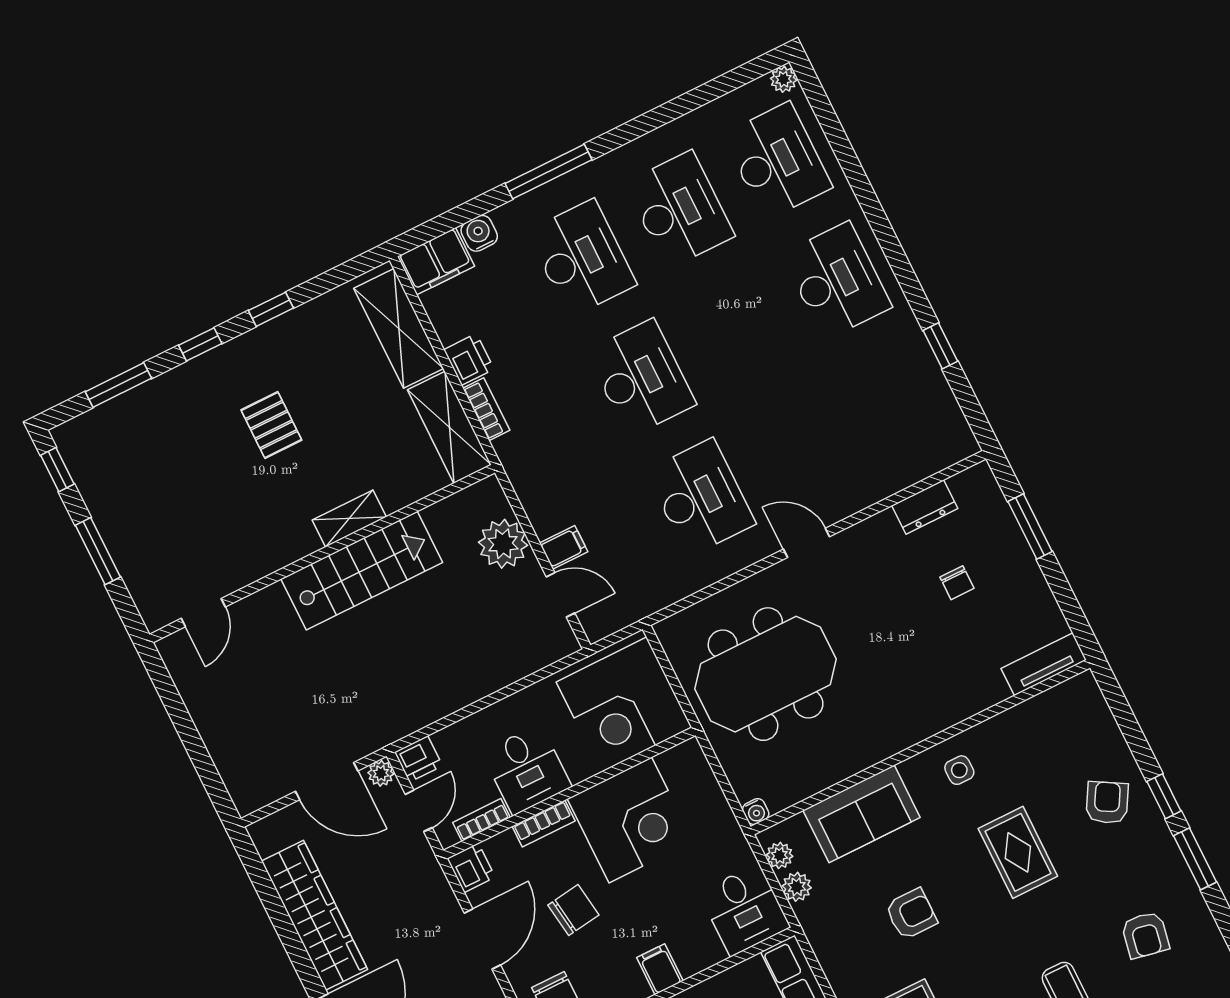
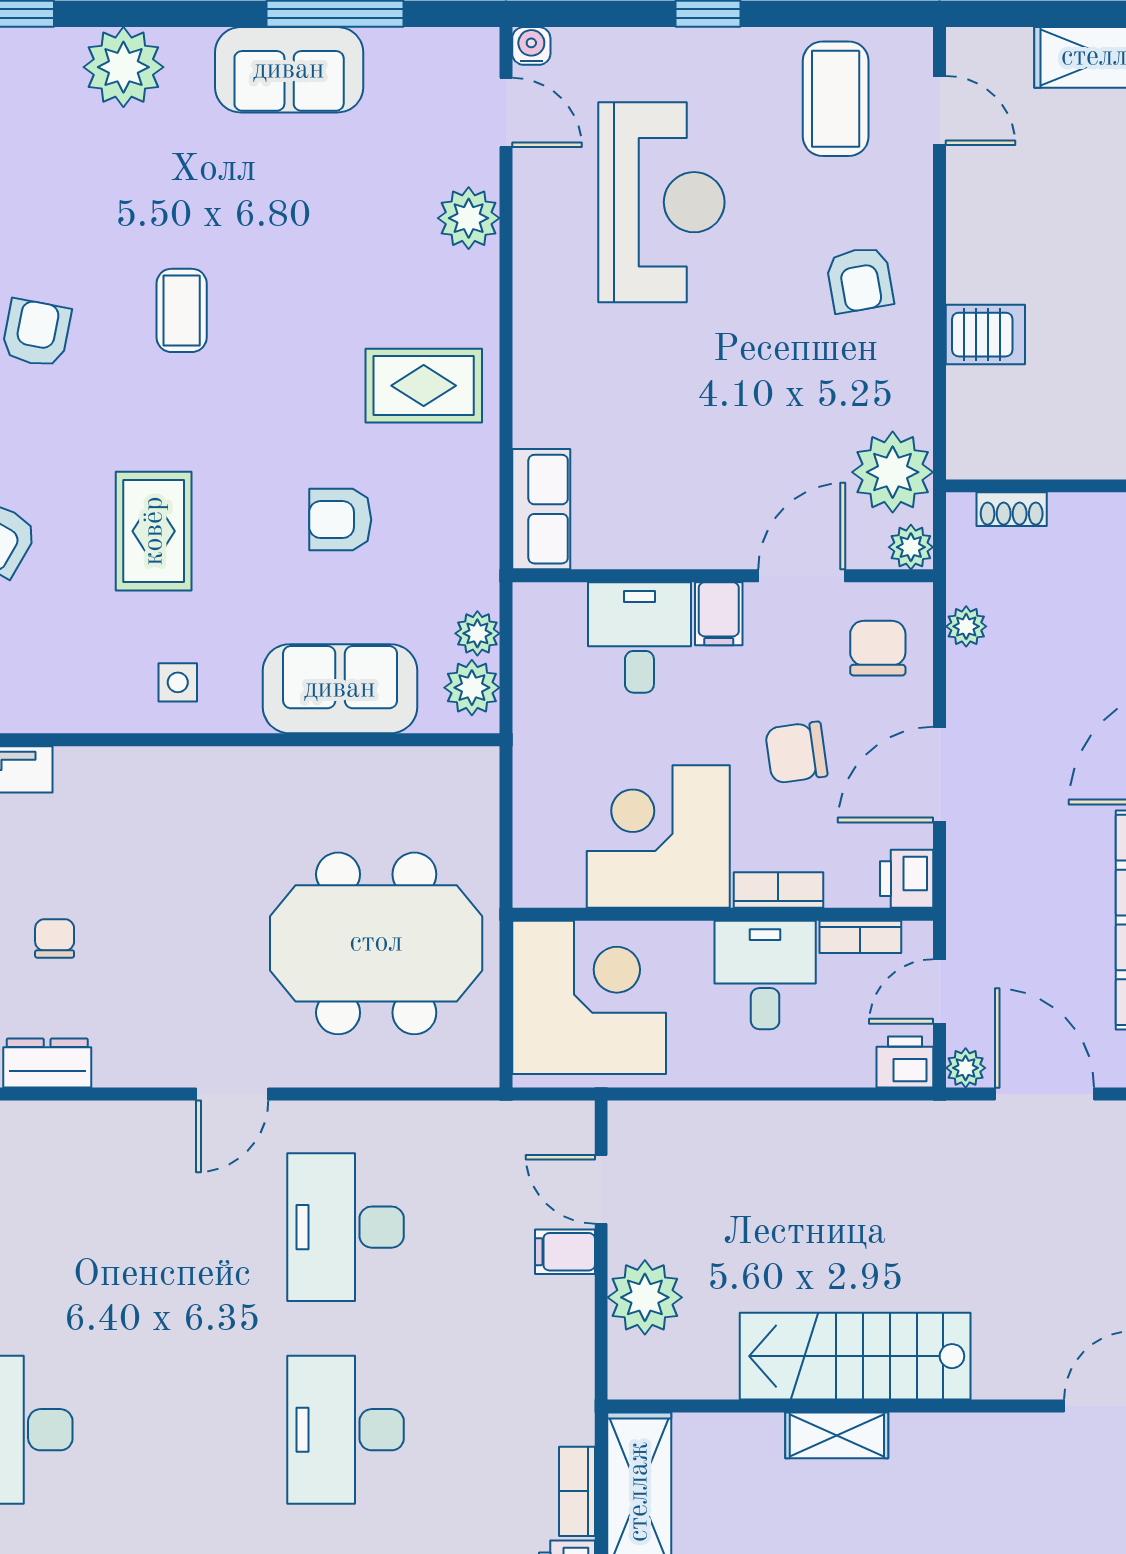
door: (807, 543) -> (232, 1094), hinge flipped
water cooler: (756, 812) -> (482, 763), removed
plant: (780, 855) -> (472, 688), width x1.38, depth x1.38
desk: (745, 910) -> (639, 637), moved

